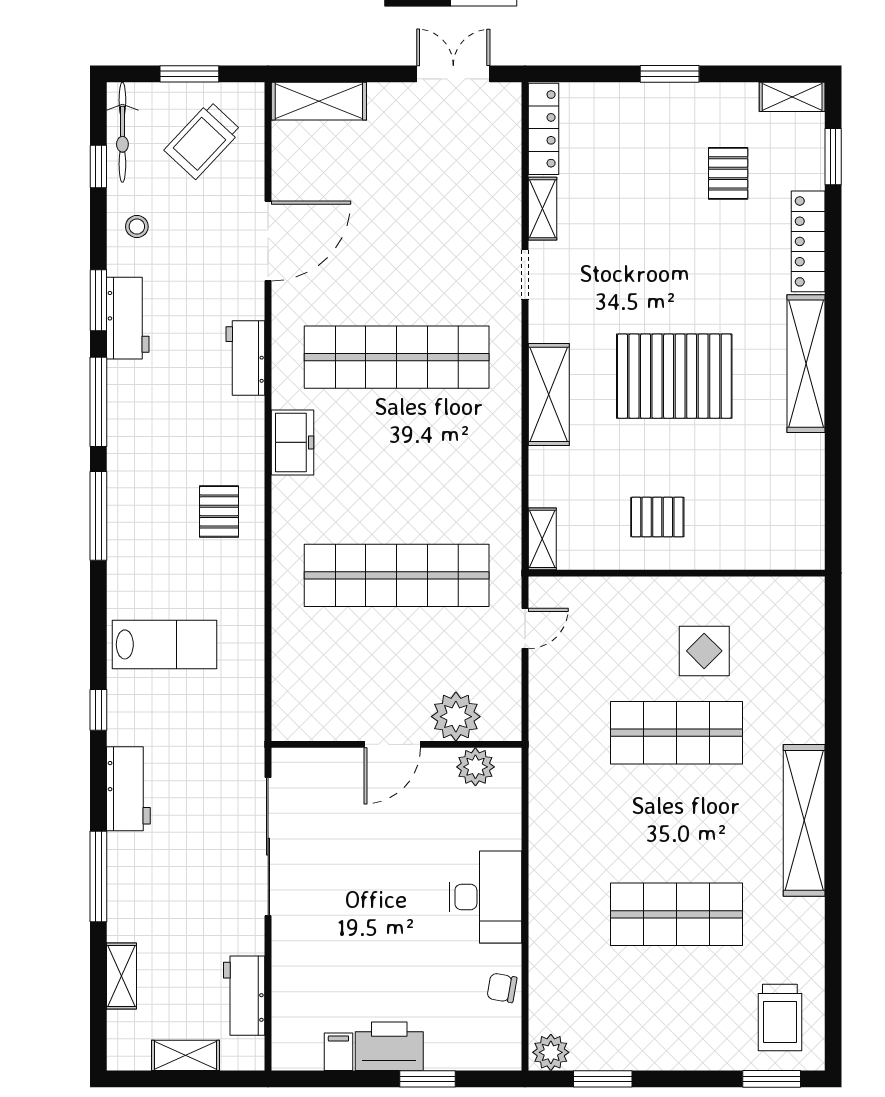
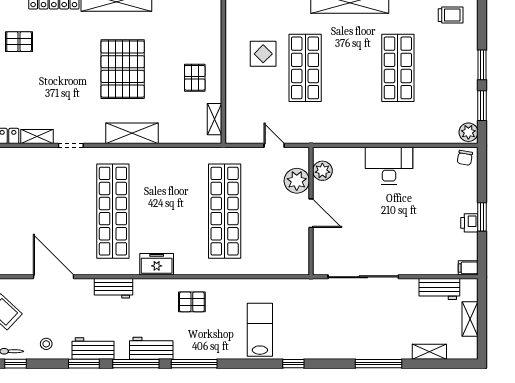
shelving: (542, 539) -> (215, 119), moved, turned 90
door: (525, 629) -> (274, 145), moved
workbench: (128, 789) -> (151, 348), moved
chair: (502, 988) -> (465, 158), moved
trolley: (780, 1017) -> (451, 15), width x0.73, depth x0.72
printer: (389, 1046) -> (469, 223), width x0.53, depth x0.68
filing cabinet: (338, 1052) -> (468, 268), moved
window: (428, 1079) -> (482, 217), moved
window: (772, 1079) -> (482, 65), moved

